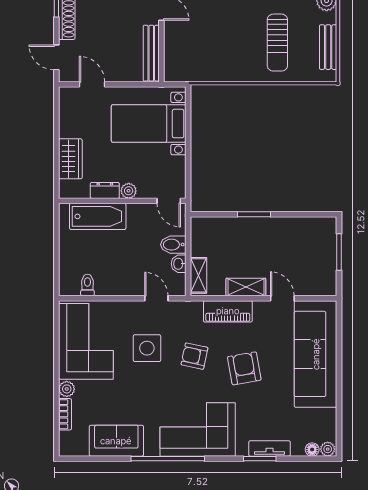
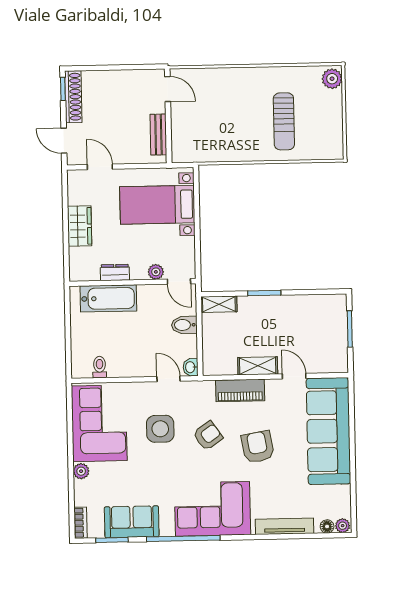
bench: (328, 47) -> (335, 125), removed
bench: (151, 53) -> (158, 135), width x0.73
wardrobe: (70, 159) -> (80, 226), moved
plant: (129, 191) -> (156, 272), moved
washbasin: (179, 264) -> (191, 367), moved
shelving: (199, 275) -> (219, 304), moved, turned 90
armchair: (194, 356) -> (208, 436), turned 133
bookcase: (65, 414) -> (80, 523), moved
tv unit: (269, 448) -> (285, 526), width x1.41
window: (260, 459) -> (112, 540), moved

